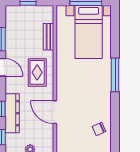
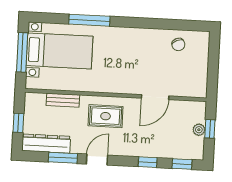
window: (115, 75) -> (89, 20), moved
dresser: (12, 113) -> (46, 144), moved

